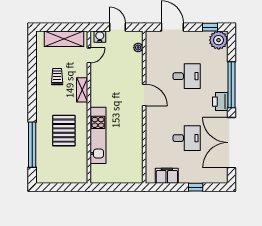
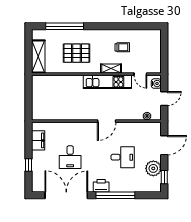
shelving: (64, 39) -> (38, 56), moved
plant: (219, 40) -> (153, 168), moved
desk: (187, 76) -> (123, 157), turned -90
kitchen unit: (98, 135) -> (107, 82), moved

